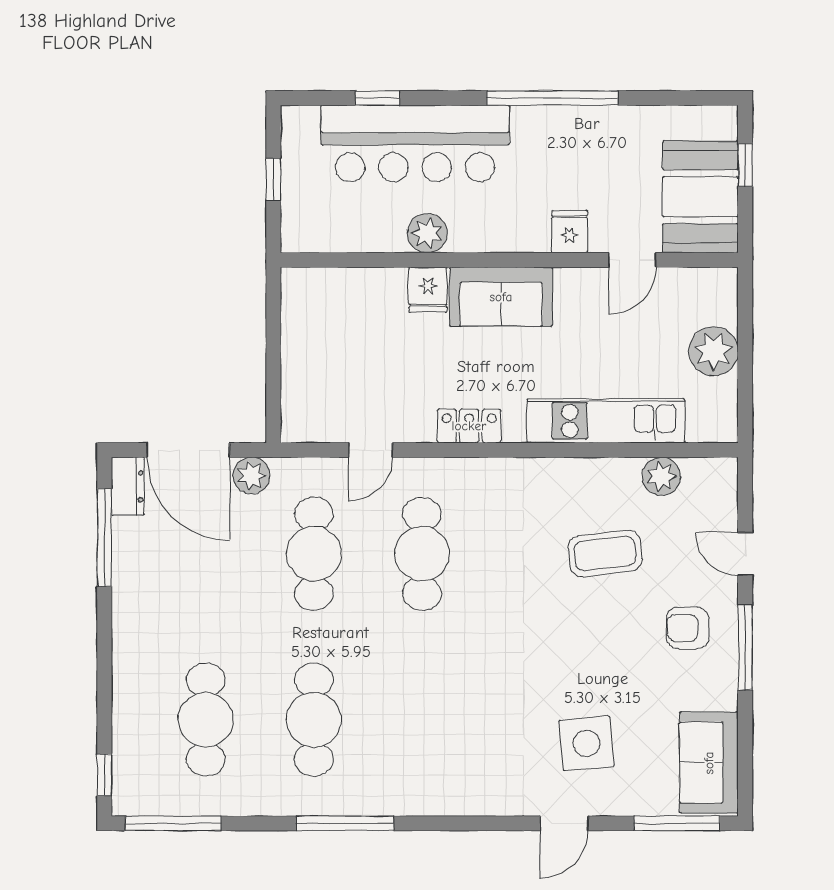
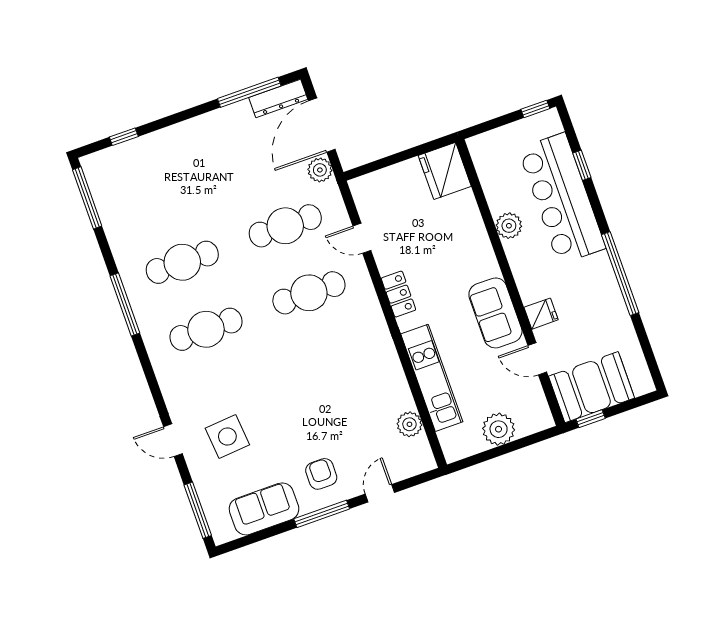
window: (745, 165) -> (591, 419), moved
window: (273, 179) -> (535, 109), moved
fridge: (428, 290) -> (445, 171), moved, width x1.88, depth x1.34
sofa: (501, 297) -> (495, 313), moved
dresser: (128, 486) -> (278, 98), width x1.44
coffee table: (605, 553) -> (349, 406), removed
cafe table: (206, 720) -> (206, 329), moved
sofa: (709, 763) -> (264, 509), moved
window: (104, 775) -> (124, 137), moved

